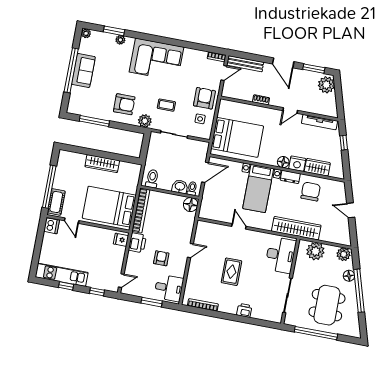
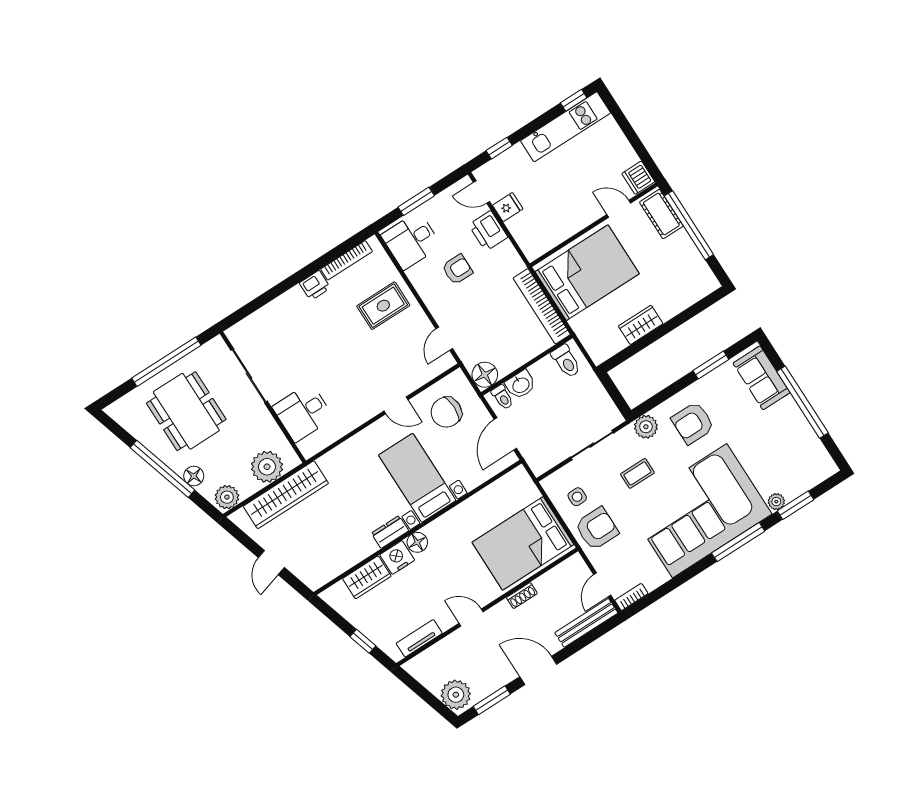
plant: (86, 33) -> (829, 468), removed
window: (152, 38) -> (738, 542), added
corner sofa: (157, 60) -> (700, 511), width x1.36, depth x1.36
sofa: (83, 70) -> (761, 378), moved
armchair: (204, 98) -> (597, 529), turned -90
door: (290, 111) -> (471, 617), hinge flipped
window: (94, 121) -> (711, 365), width x0.69
tv unit: (320, 122) -> (419, 638), width x0.71
bed: (237, 137) -> (523, 543), moved
wardrobe: (102, 164) -> (641, 325), width x0.67
chair: (311, 192) -> (446, 412), moved, turned 90
door: (351, 210) -> (271, 562), swing flipped
wardrobe: (296, 228) -> (286, 495), moved
fridge: (121, 240) -> (508, 207), moved
printer: (137, 243) -> (488, 231), moved
door: (190, 251) -> (444, 339), moved
desk: (280, 255) -> (303, 412), width x0.73
armchair: (161, 258) -> (457, 269), turned -90
rug: (231, 272) -> (383, 306), moved, turned 90
door: (121, 281) -> (481, 192), hinge flipped
window: (66, 286) -> (574, 100), moved
printer: (244, 310) -> (315, 285), moved

